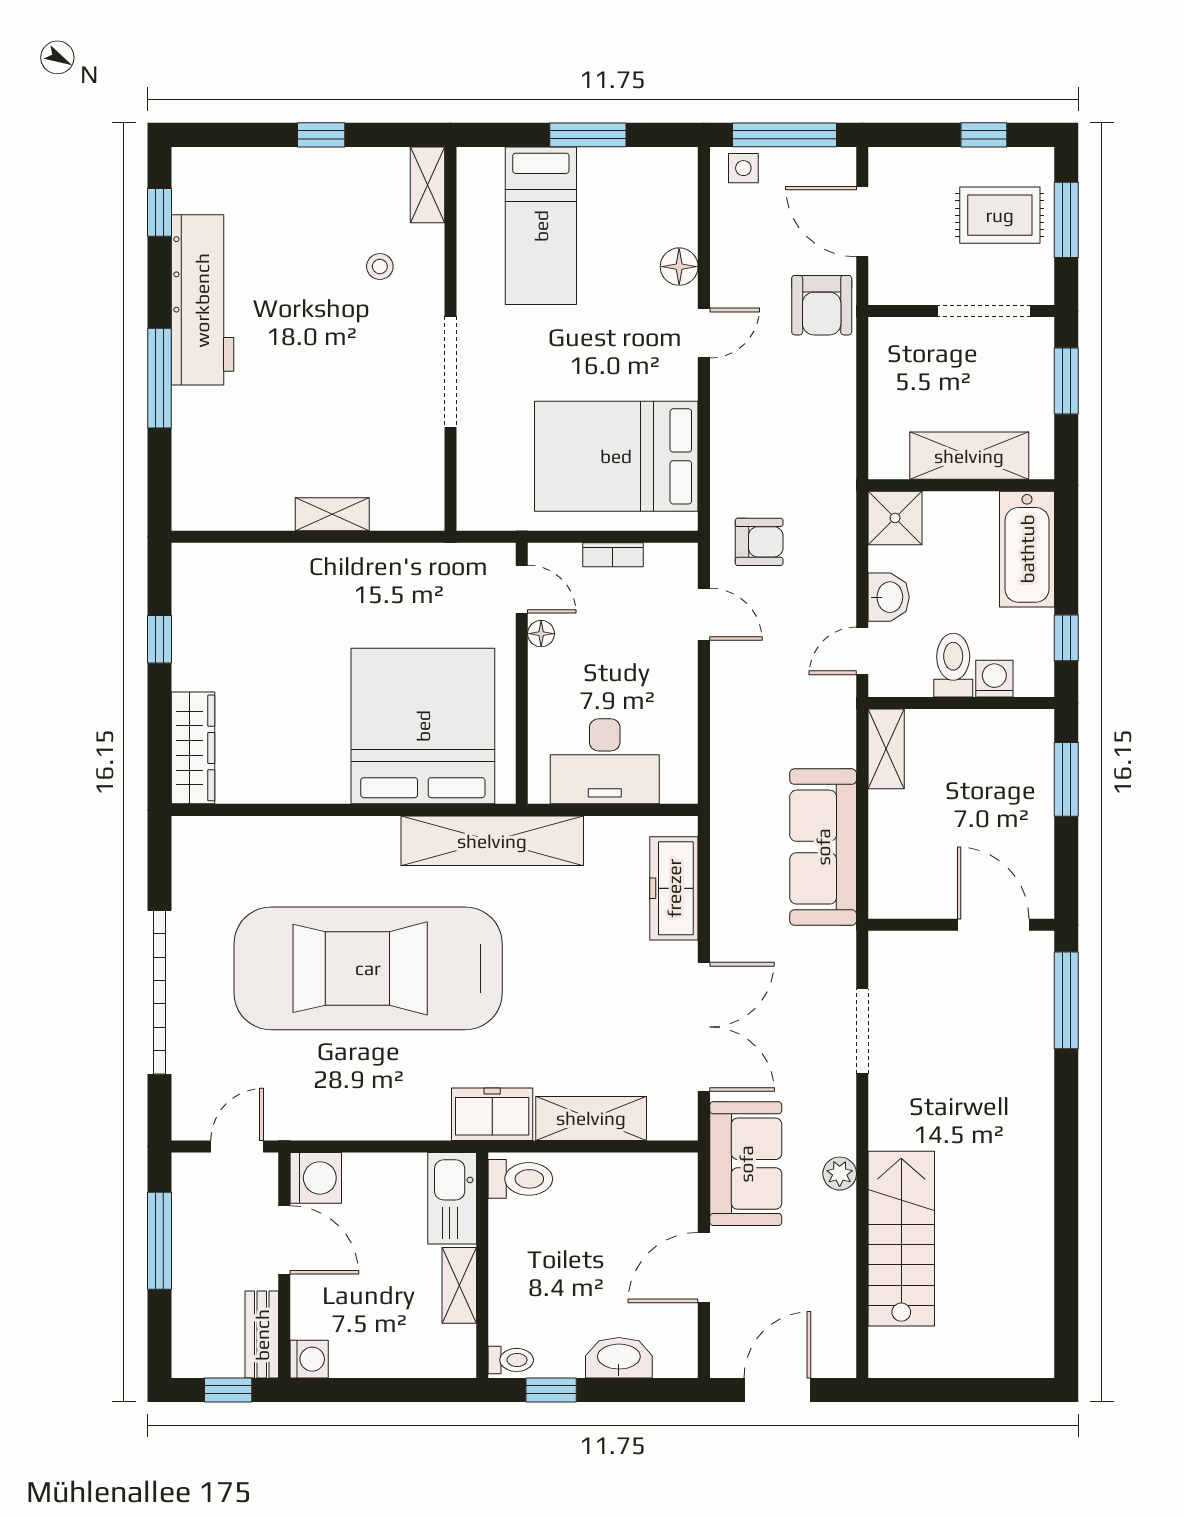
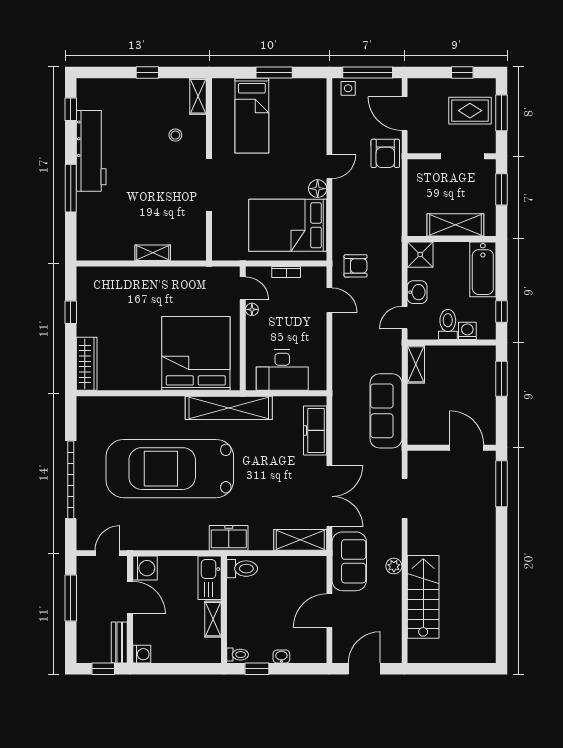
floor lamp: (679, 267) -> (318, 189), moved
shelving: (591, 1118) -> (300, 540), moved
washbasin: (619, 1358) -> (281, 657), width x0.52, depth x0.69

